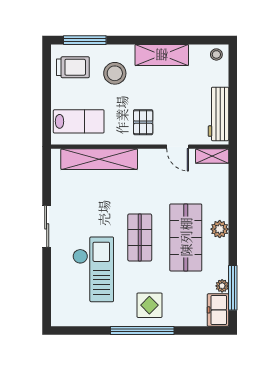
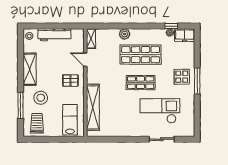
window: (85, 40) -> (21, 105), moved
workbench: (218, 114) -> (54, 35), moved
door: (178, 147) -> (85, 60), swing flipped
sliding door: (47, 226) -> (162, 139), moved
plant: (220, 229) -> (125, 34), moved
window: (233, 288) -> (171, 26), width x0.46
window: (142, 331) -> (197, 81), width x0.68

